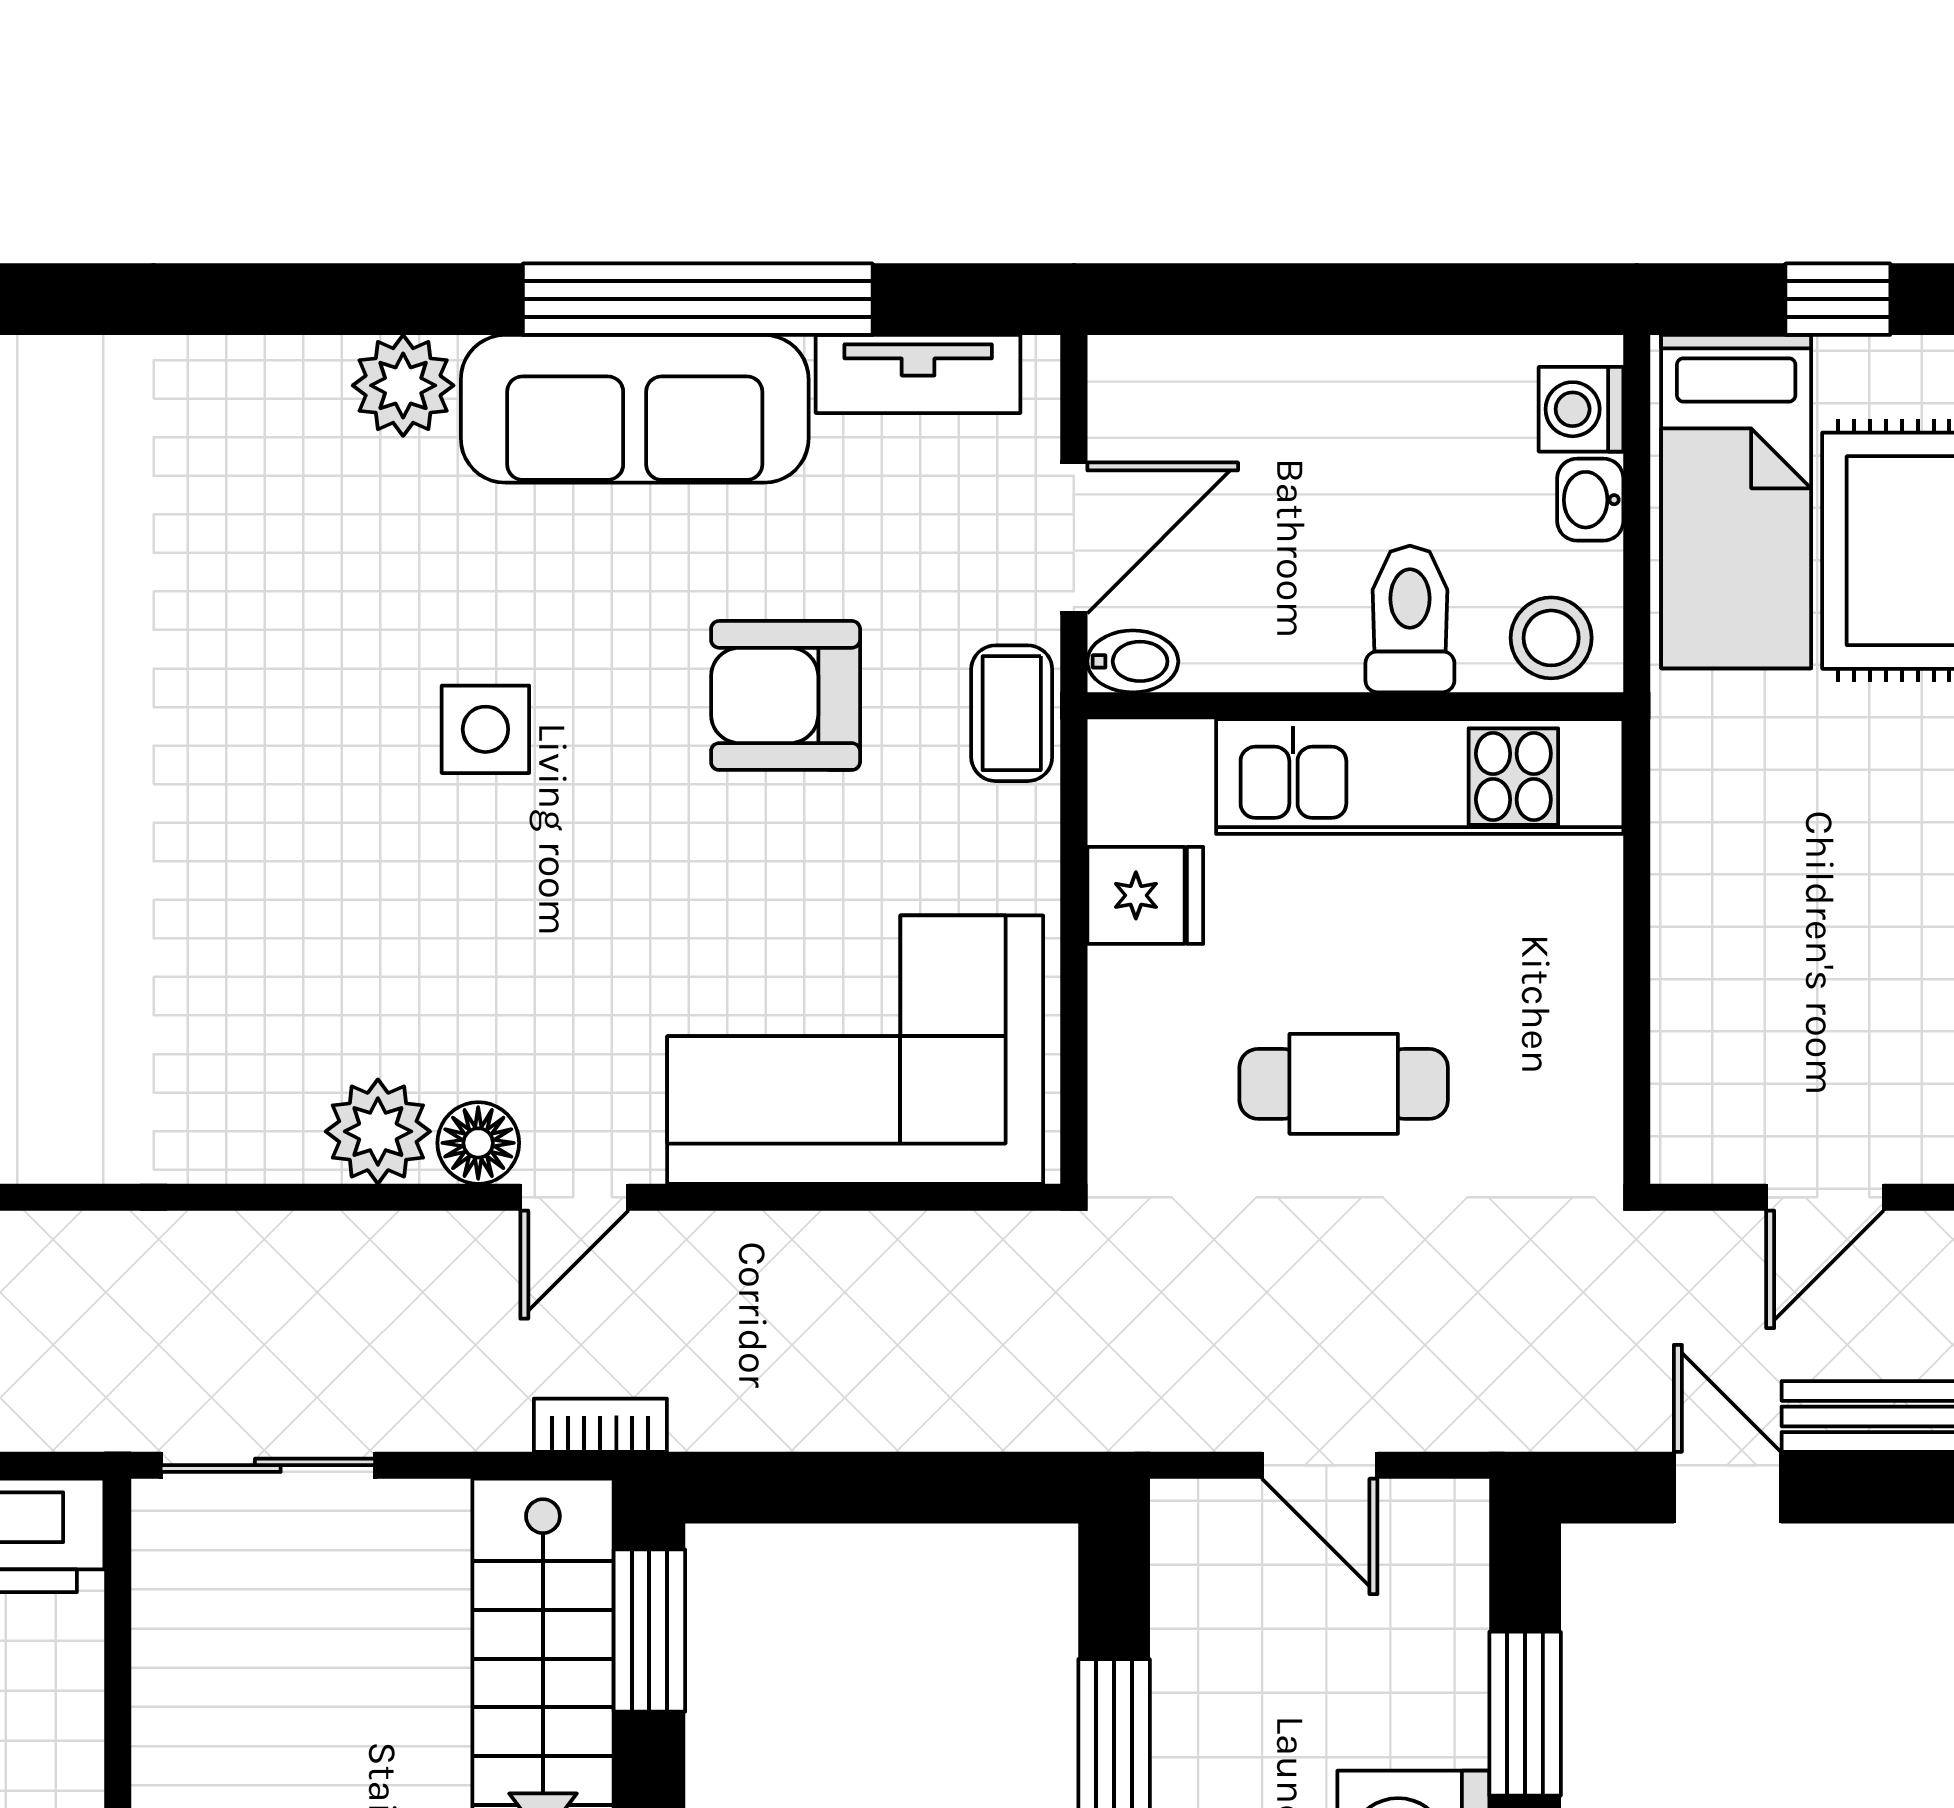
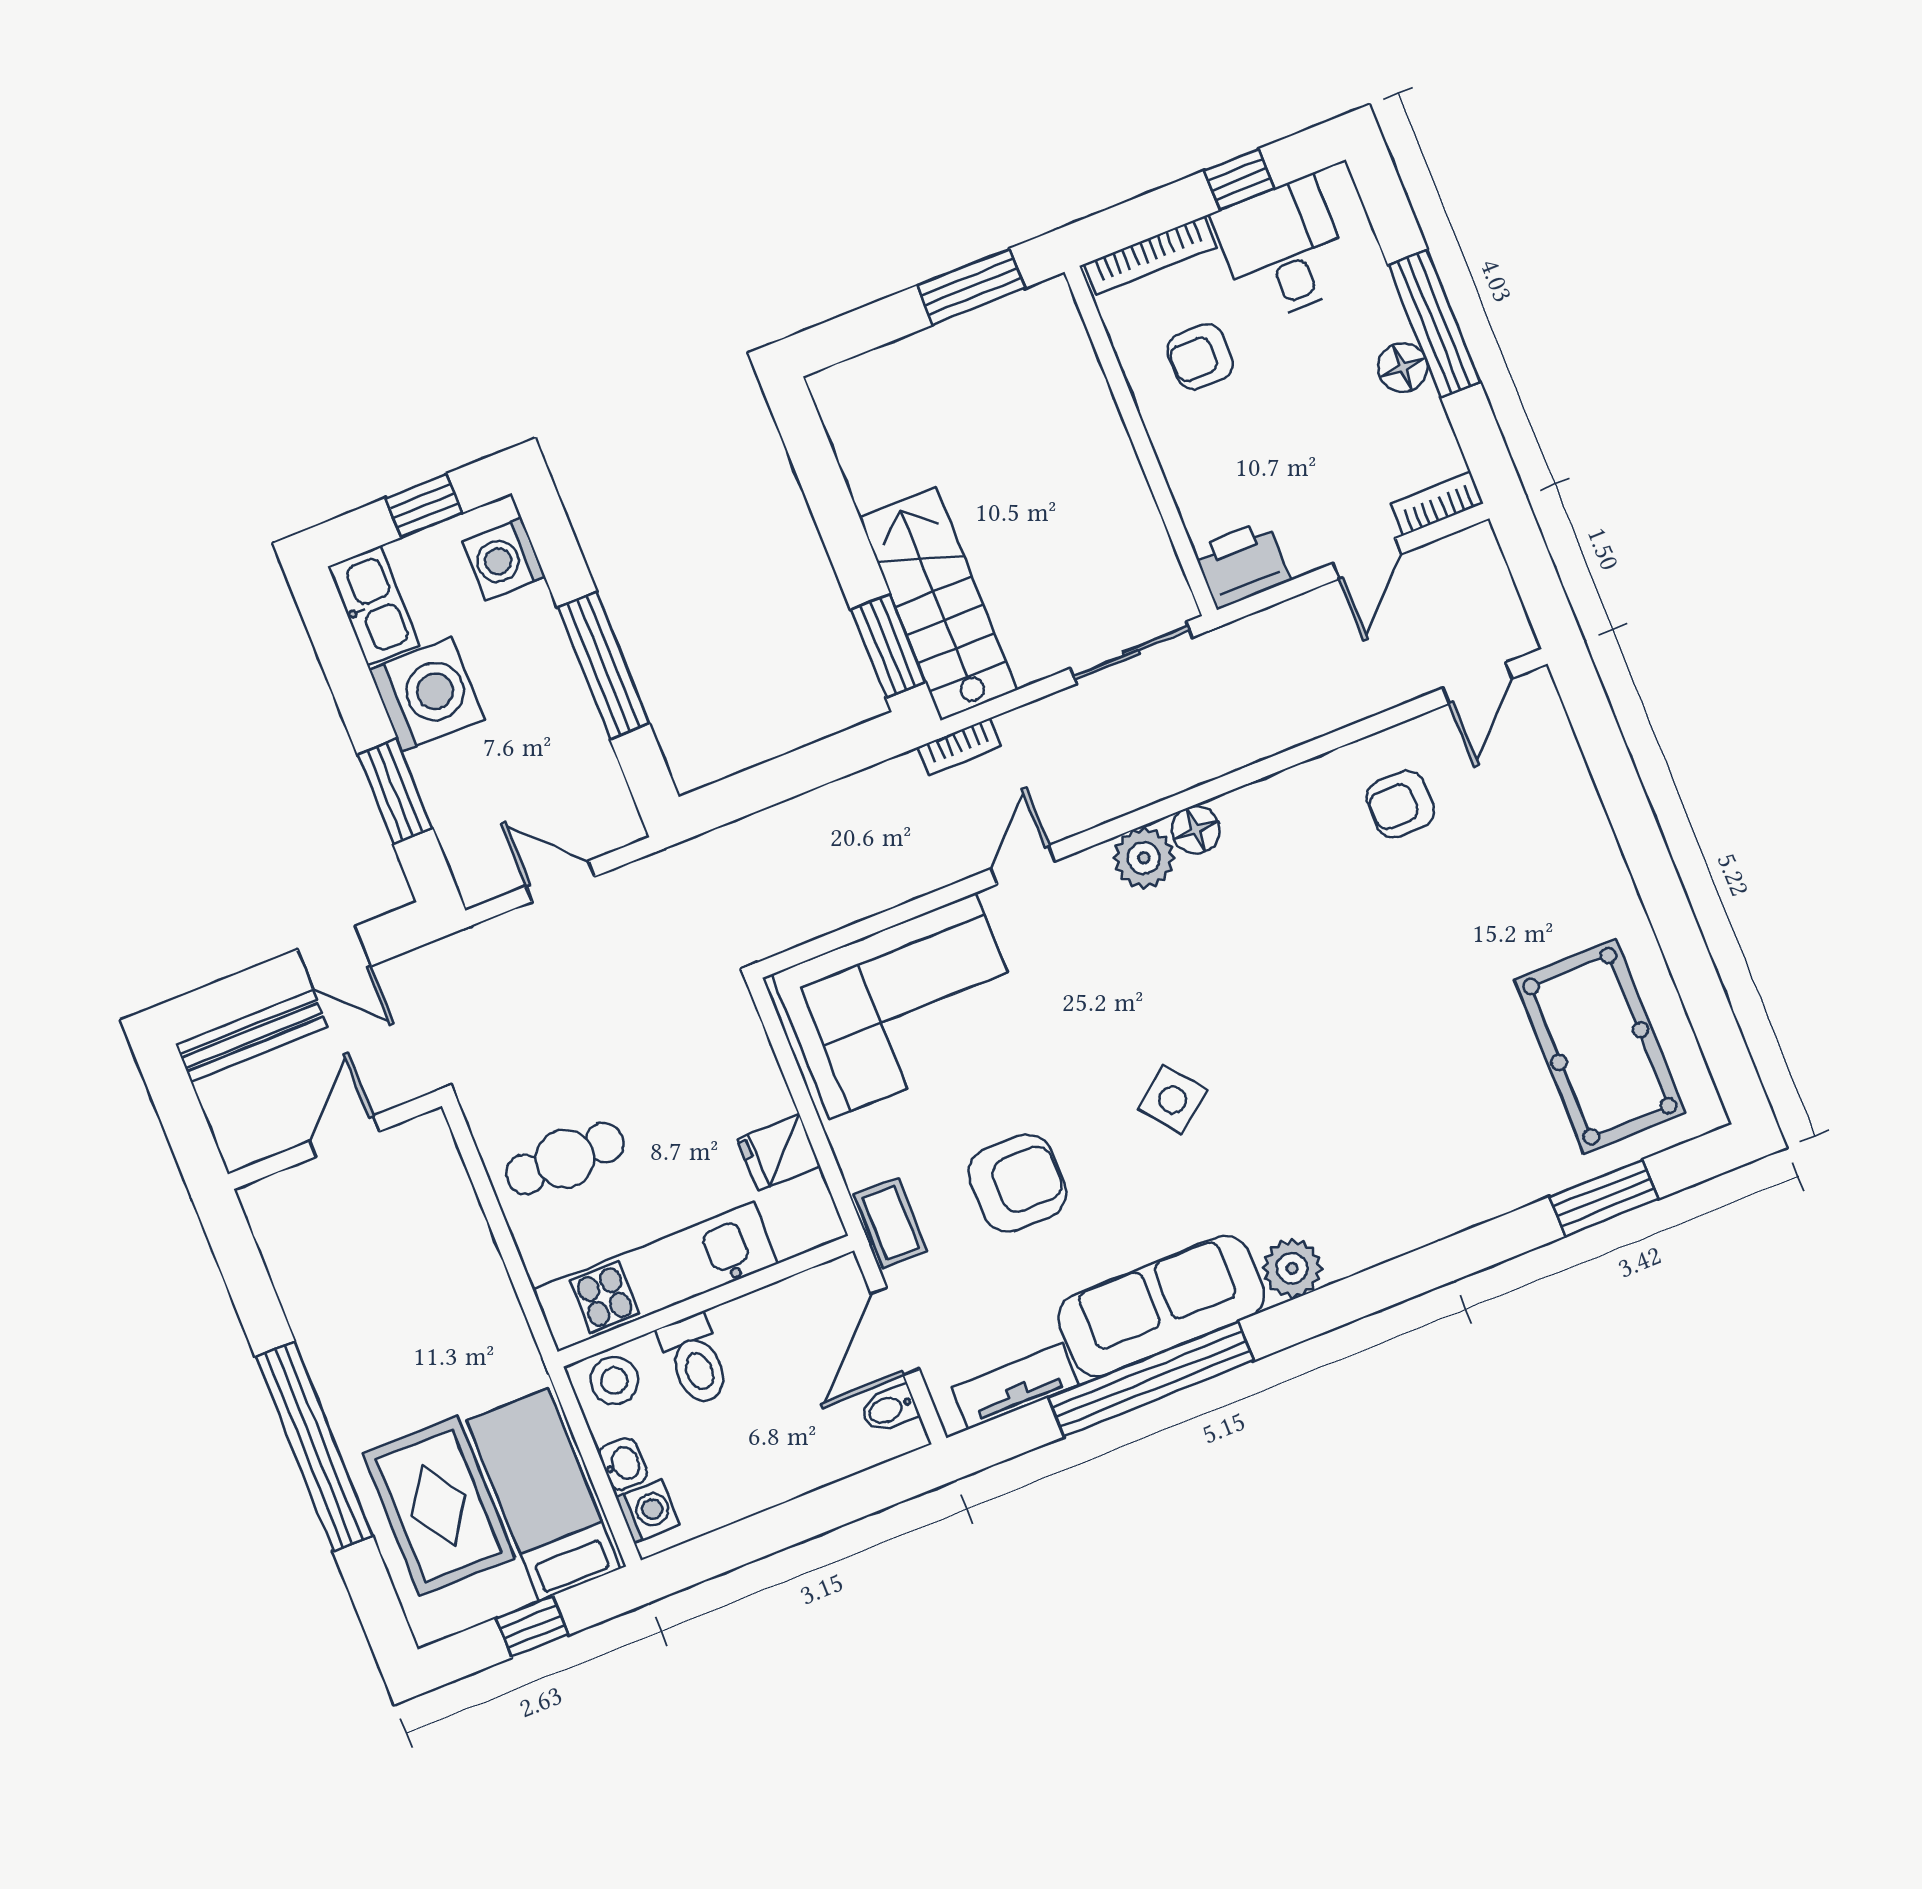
bidet: (1133, 661) -> (889, 1409), moved
side table: (485, 729) -> (1173, 1100), turned -38
cafe table: (1344, 1084) -> (565, 1159), moved
floor lamp: (478, 1143) -> (1196, 830), moved

